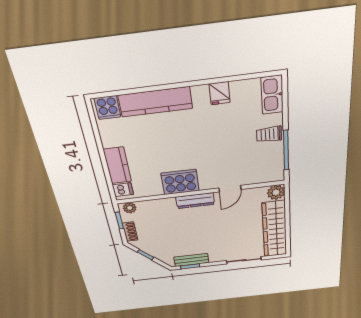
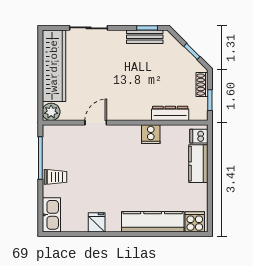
cooker: (180, 182) -> (151, 134), width x0.53, depth x0.76
dresser: (195, 201) -> (170, 113), moved
plant: (130, 208) -> (197, 114), removed

